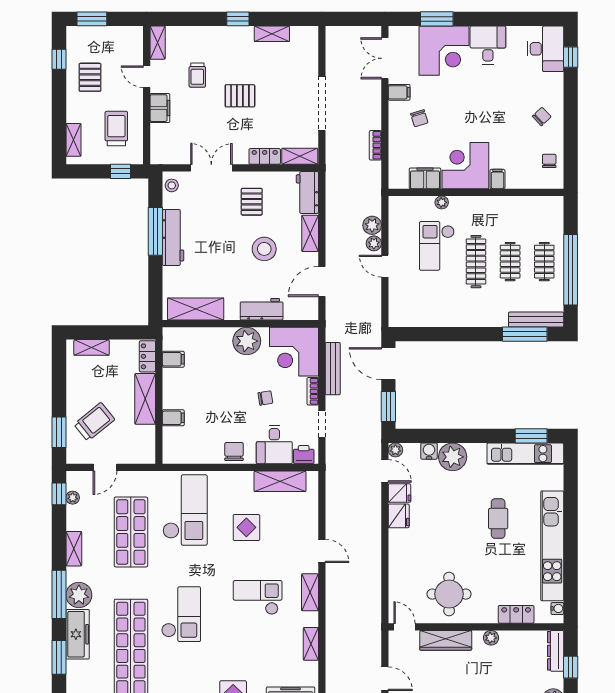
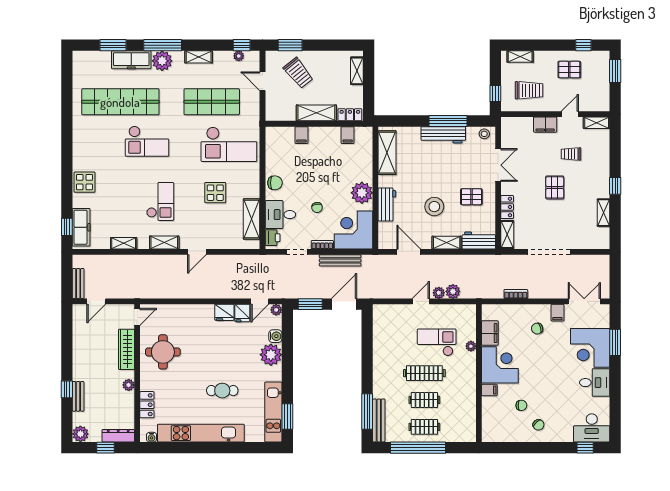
chair: (549, 161) -> (521, 405), moved

